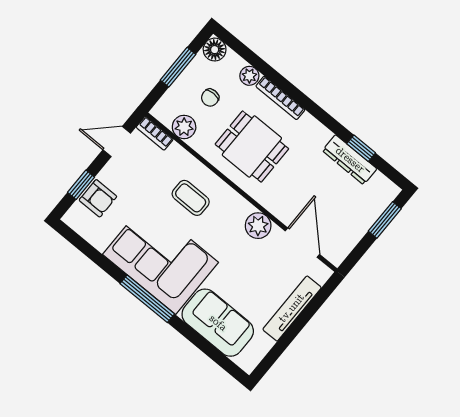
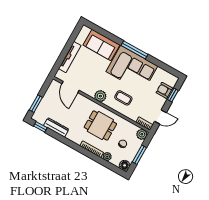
plant: (184, 127) -> (142, 134), moved
window: (361, 148) -> (40, 127), moved
plant: (258, 226) -> (100, 96), moved

